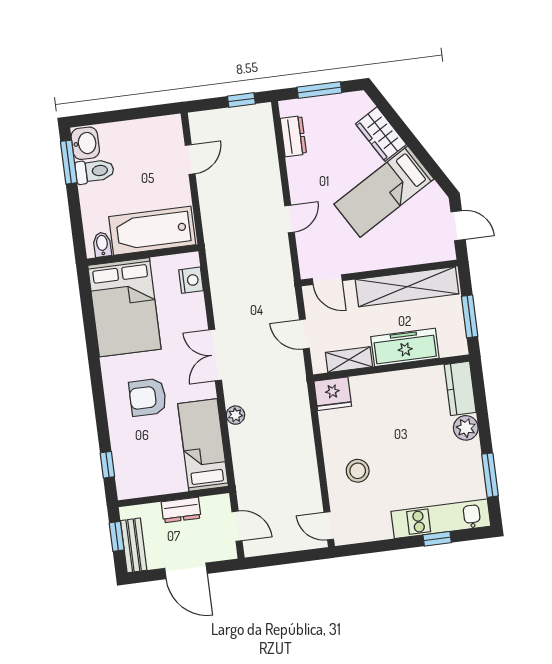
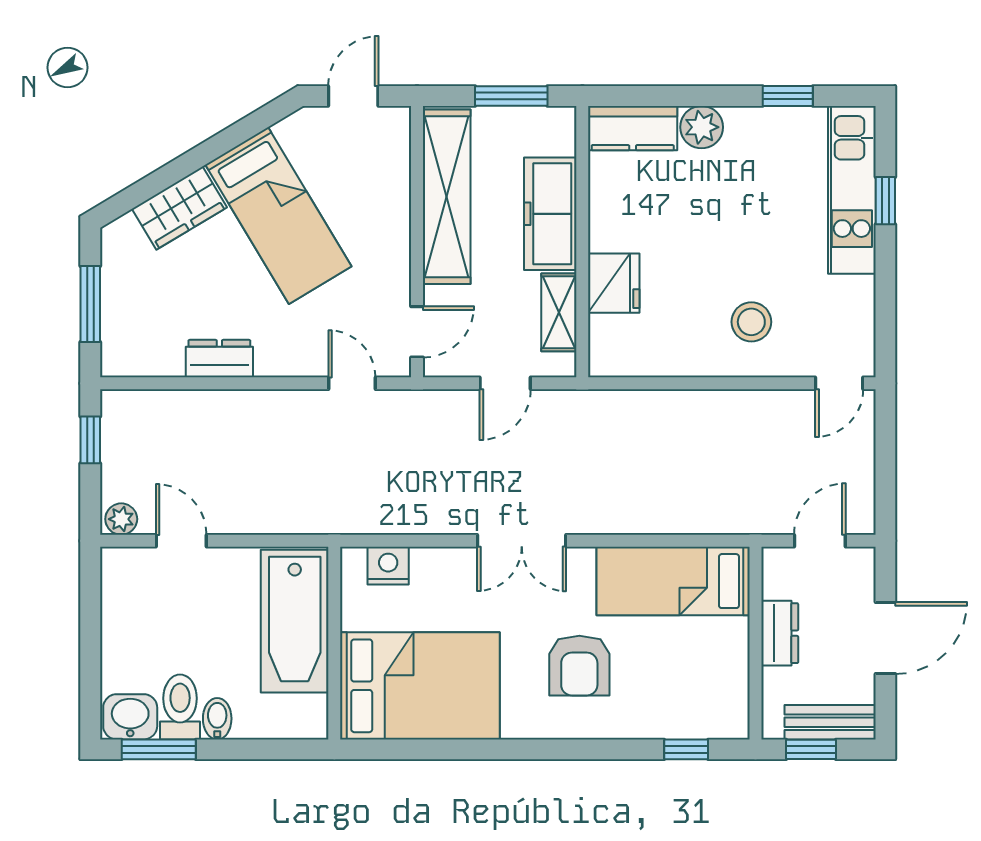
dresser: (293, 136) -> (219, 359), moved
door: (290, 219) -> (352, 383), moved
bidet: (102, 245) -> (217, 719), moved, turned 90
fridge: (333, 394) -> (614, 283), moved
plant: (235, 415) -> (121, 519), moved
window: (490, 475) -> (788, 96), width x0.67

